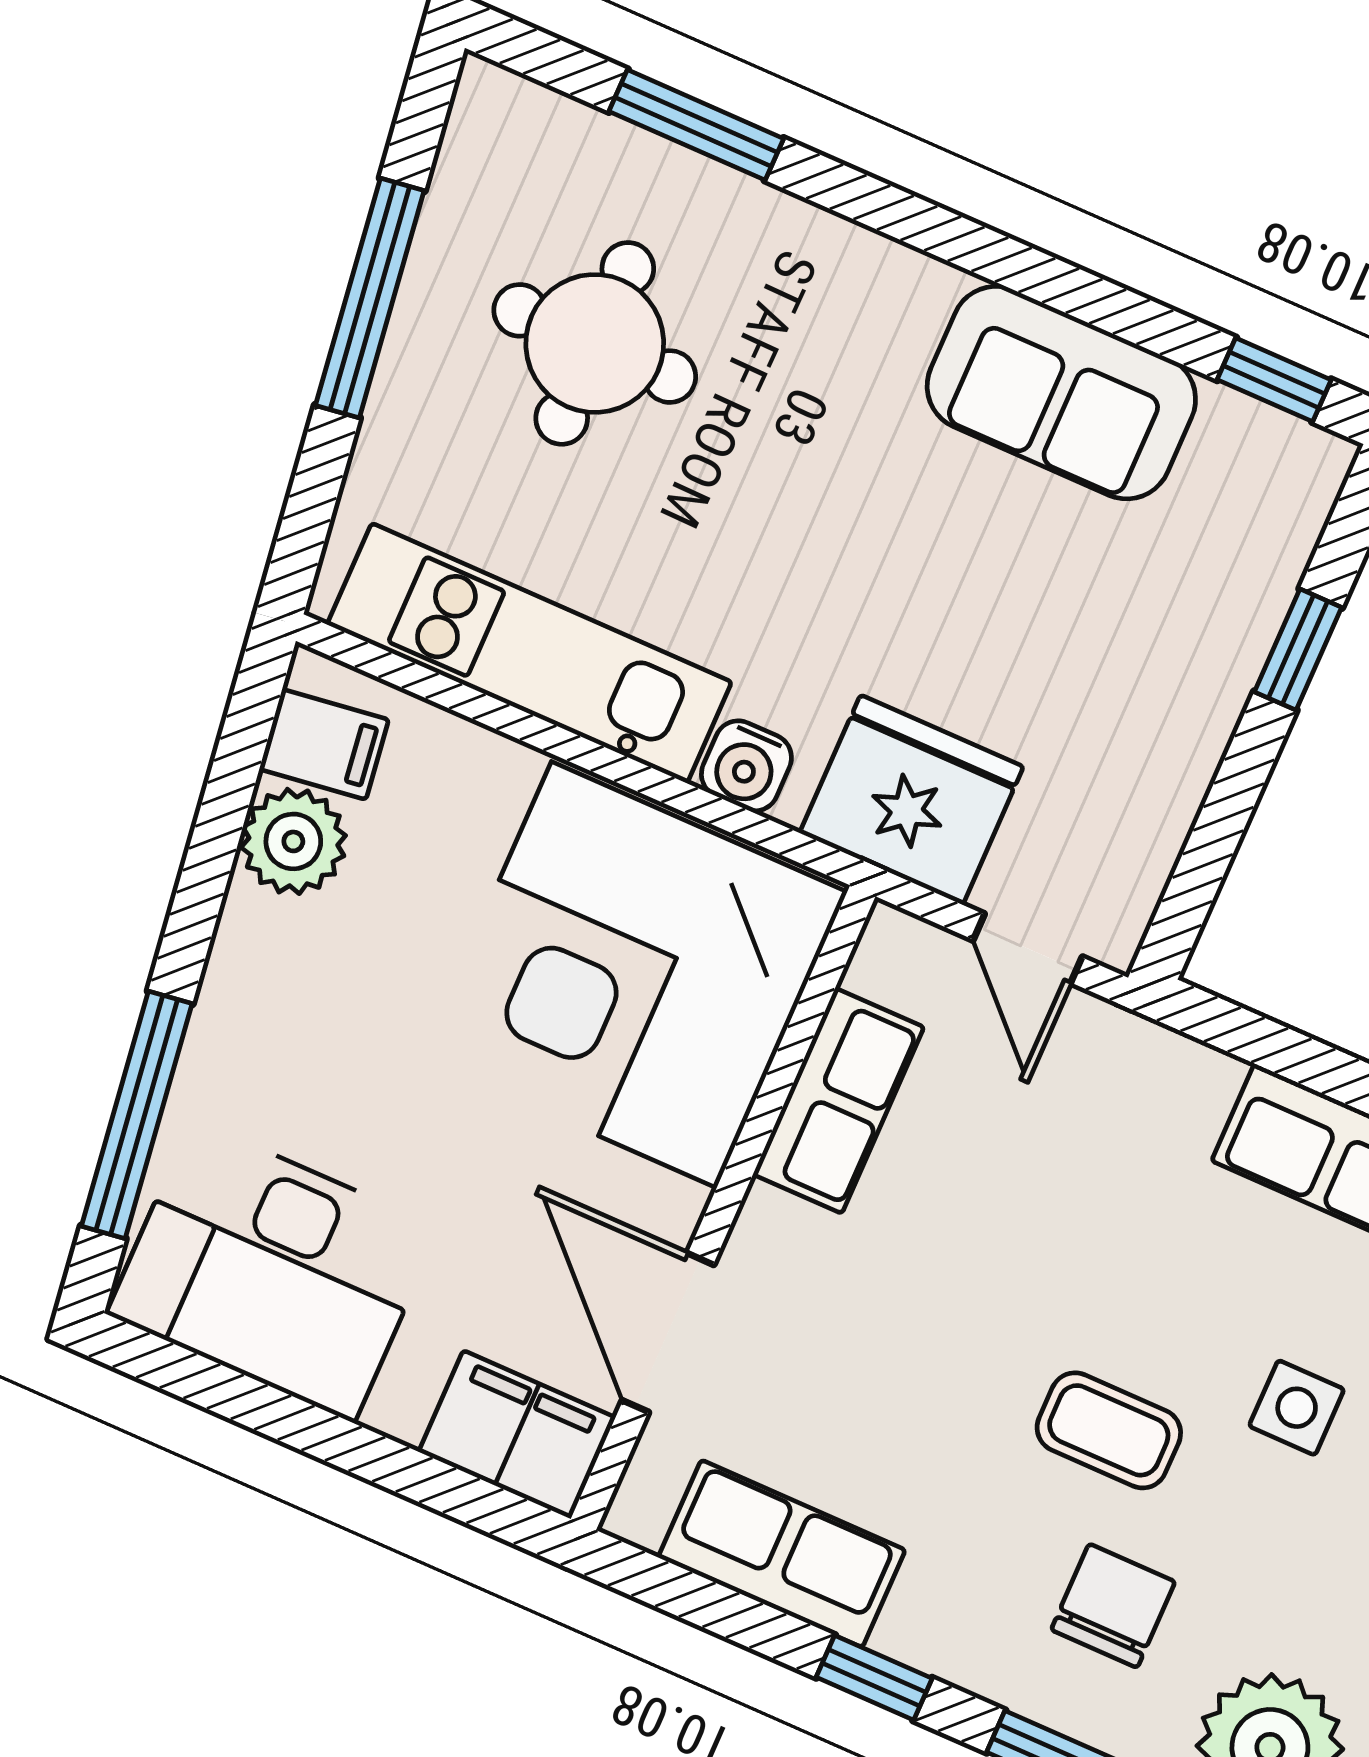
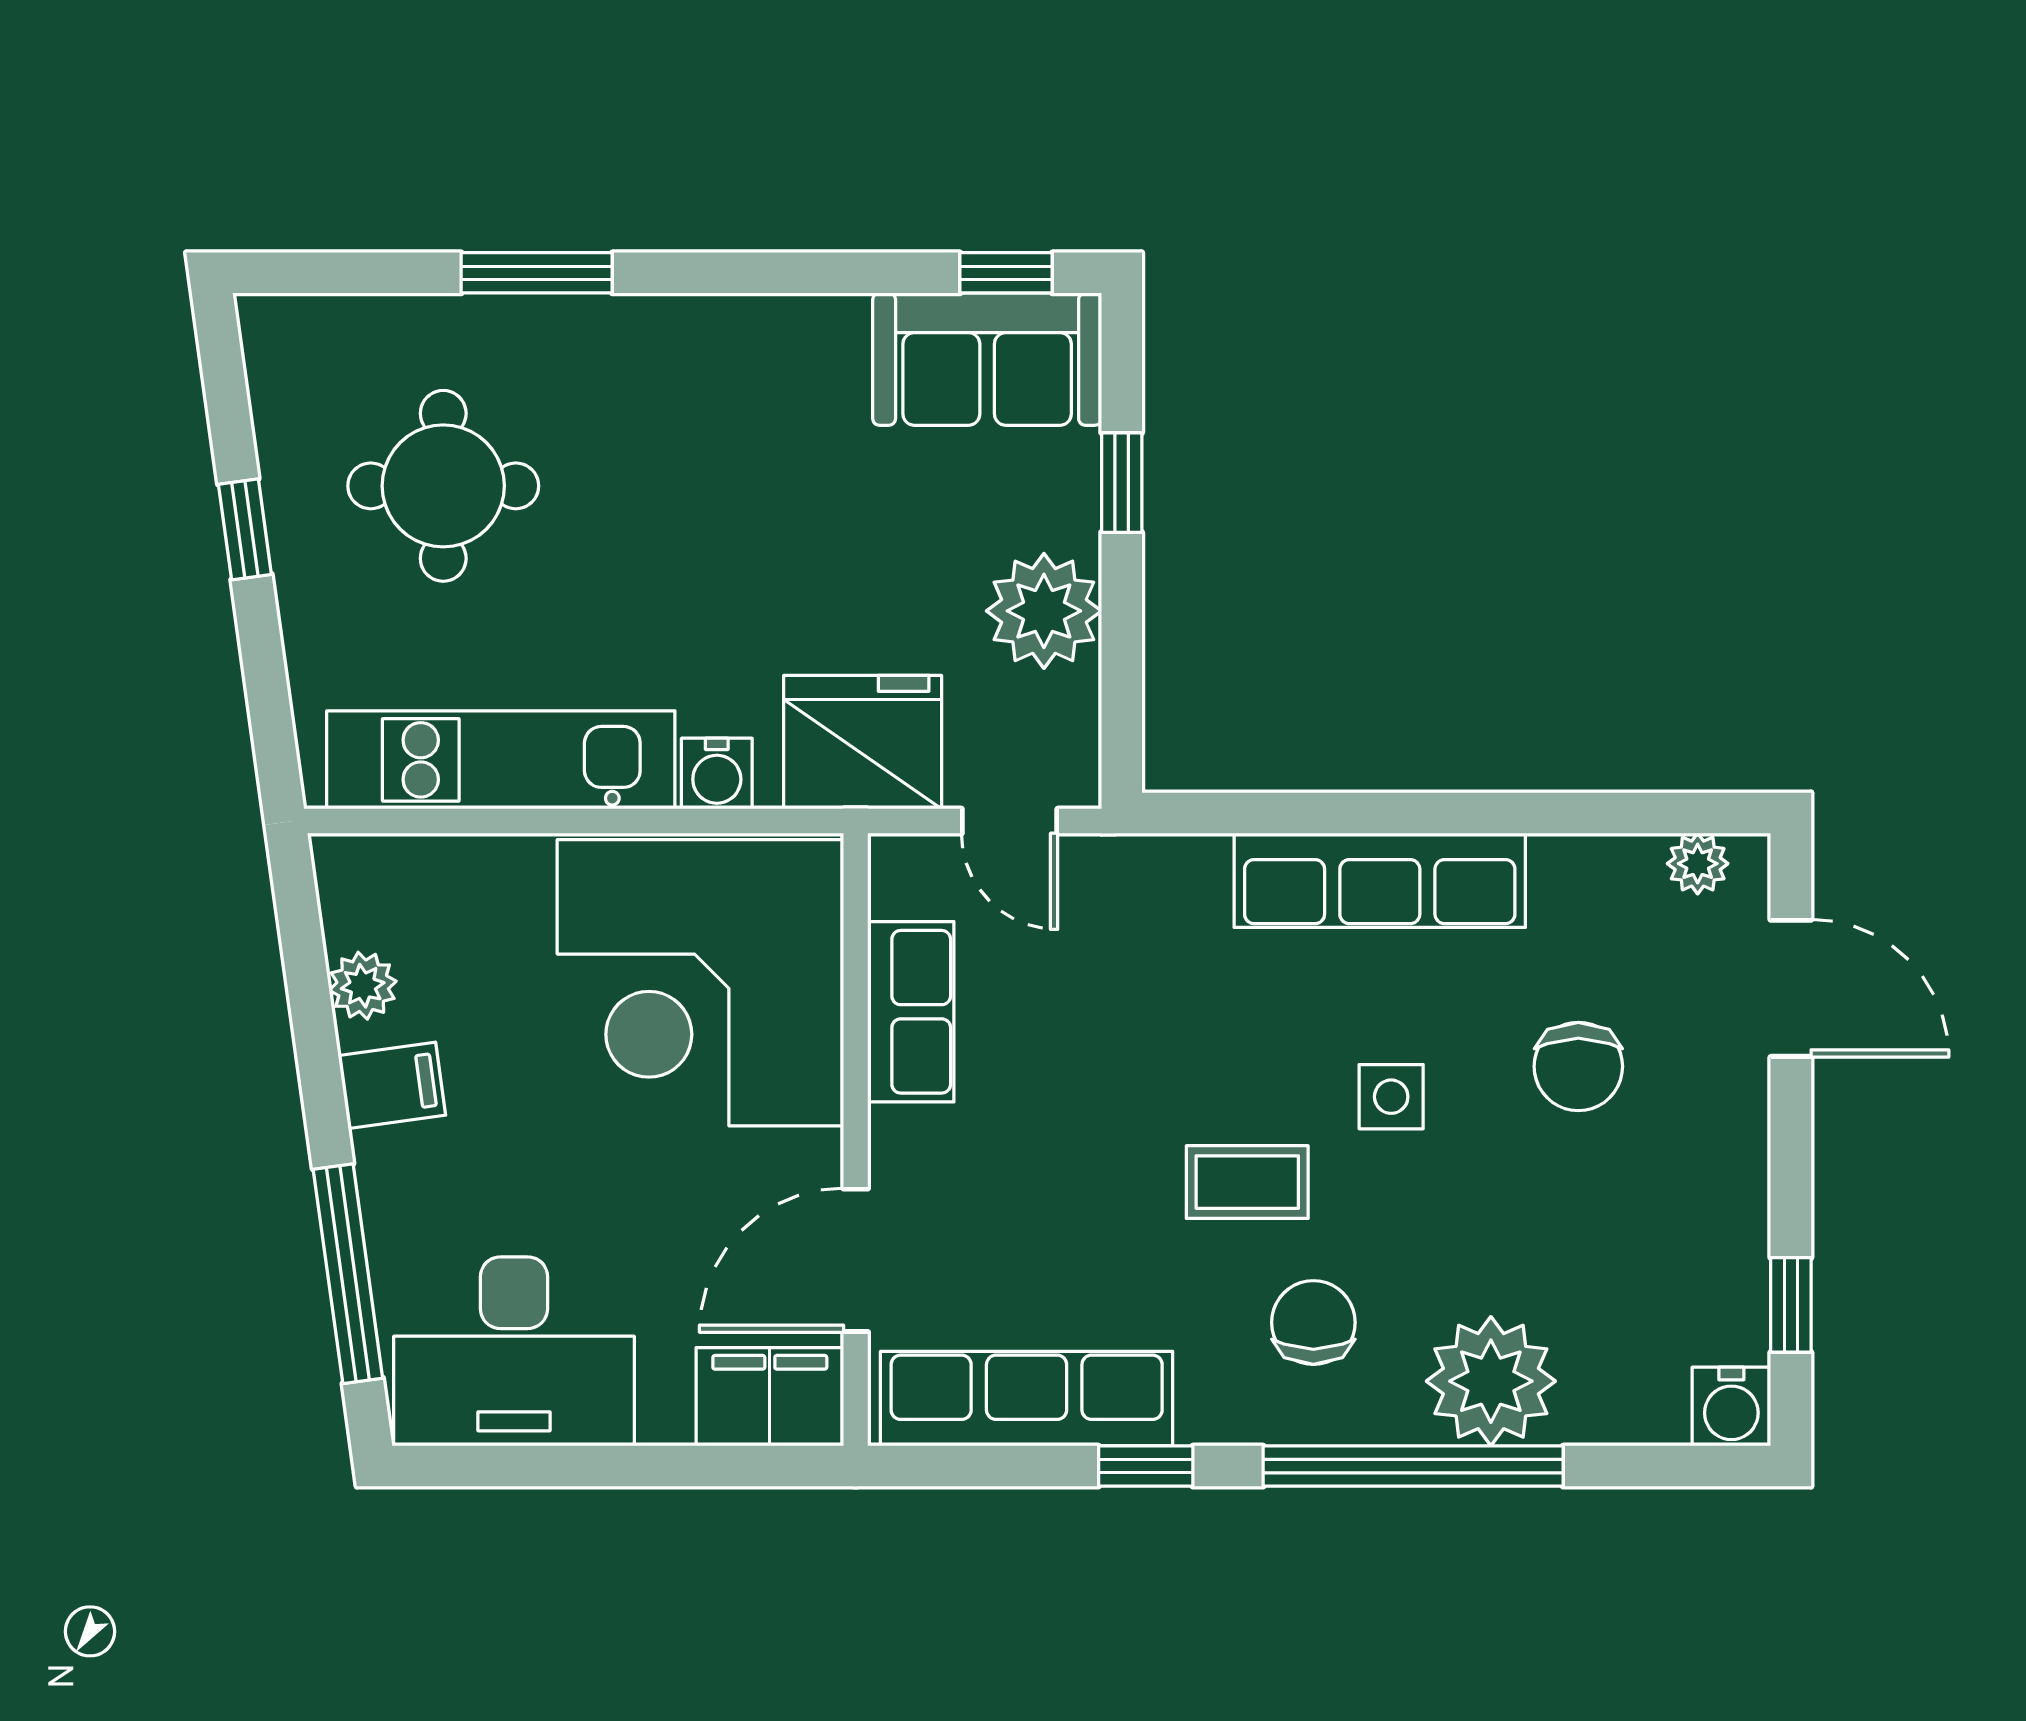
window: (696, 125) -> (537, 273), moved
window: (370, 298) -> (245, 529), width x0.46
sofa: (1061, 393) -> (987, 359), moved
filing cabinet: (324, 744) -> (392, 1085), moved
plant: (1159, 747) -> (1044, 611), added
plant: (293, 841) -> (363, 986), width x0.73, depth x0.73
door: (668, 1333) -> (856, 1260), hinge flipped
row of seats: (782, 1554) -> (1027, 1399), width x1.48

